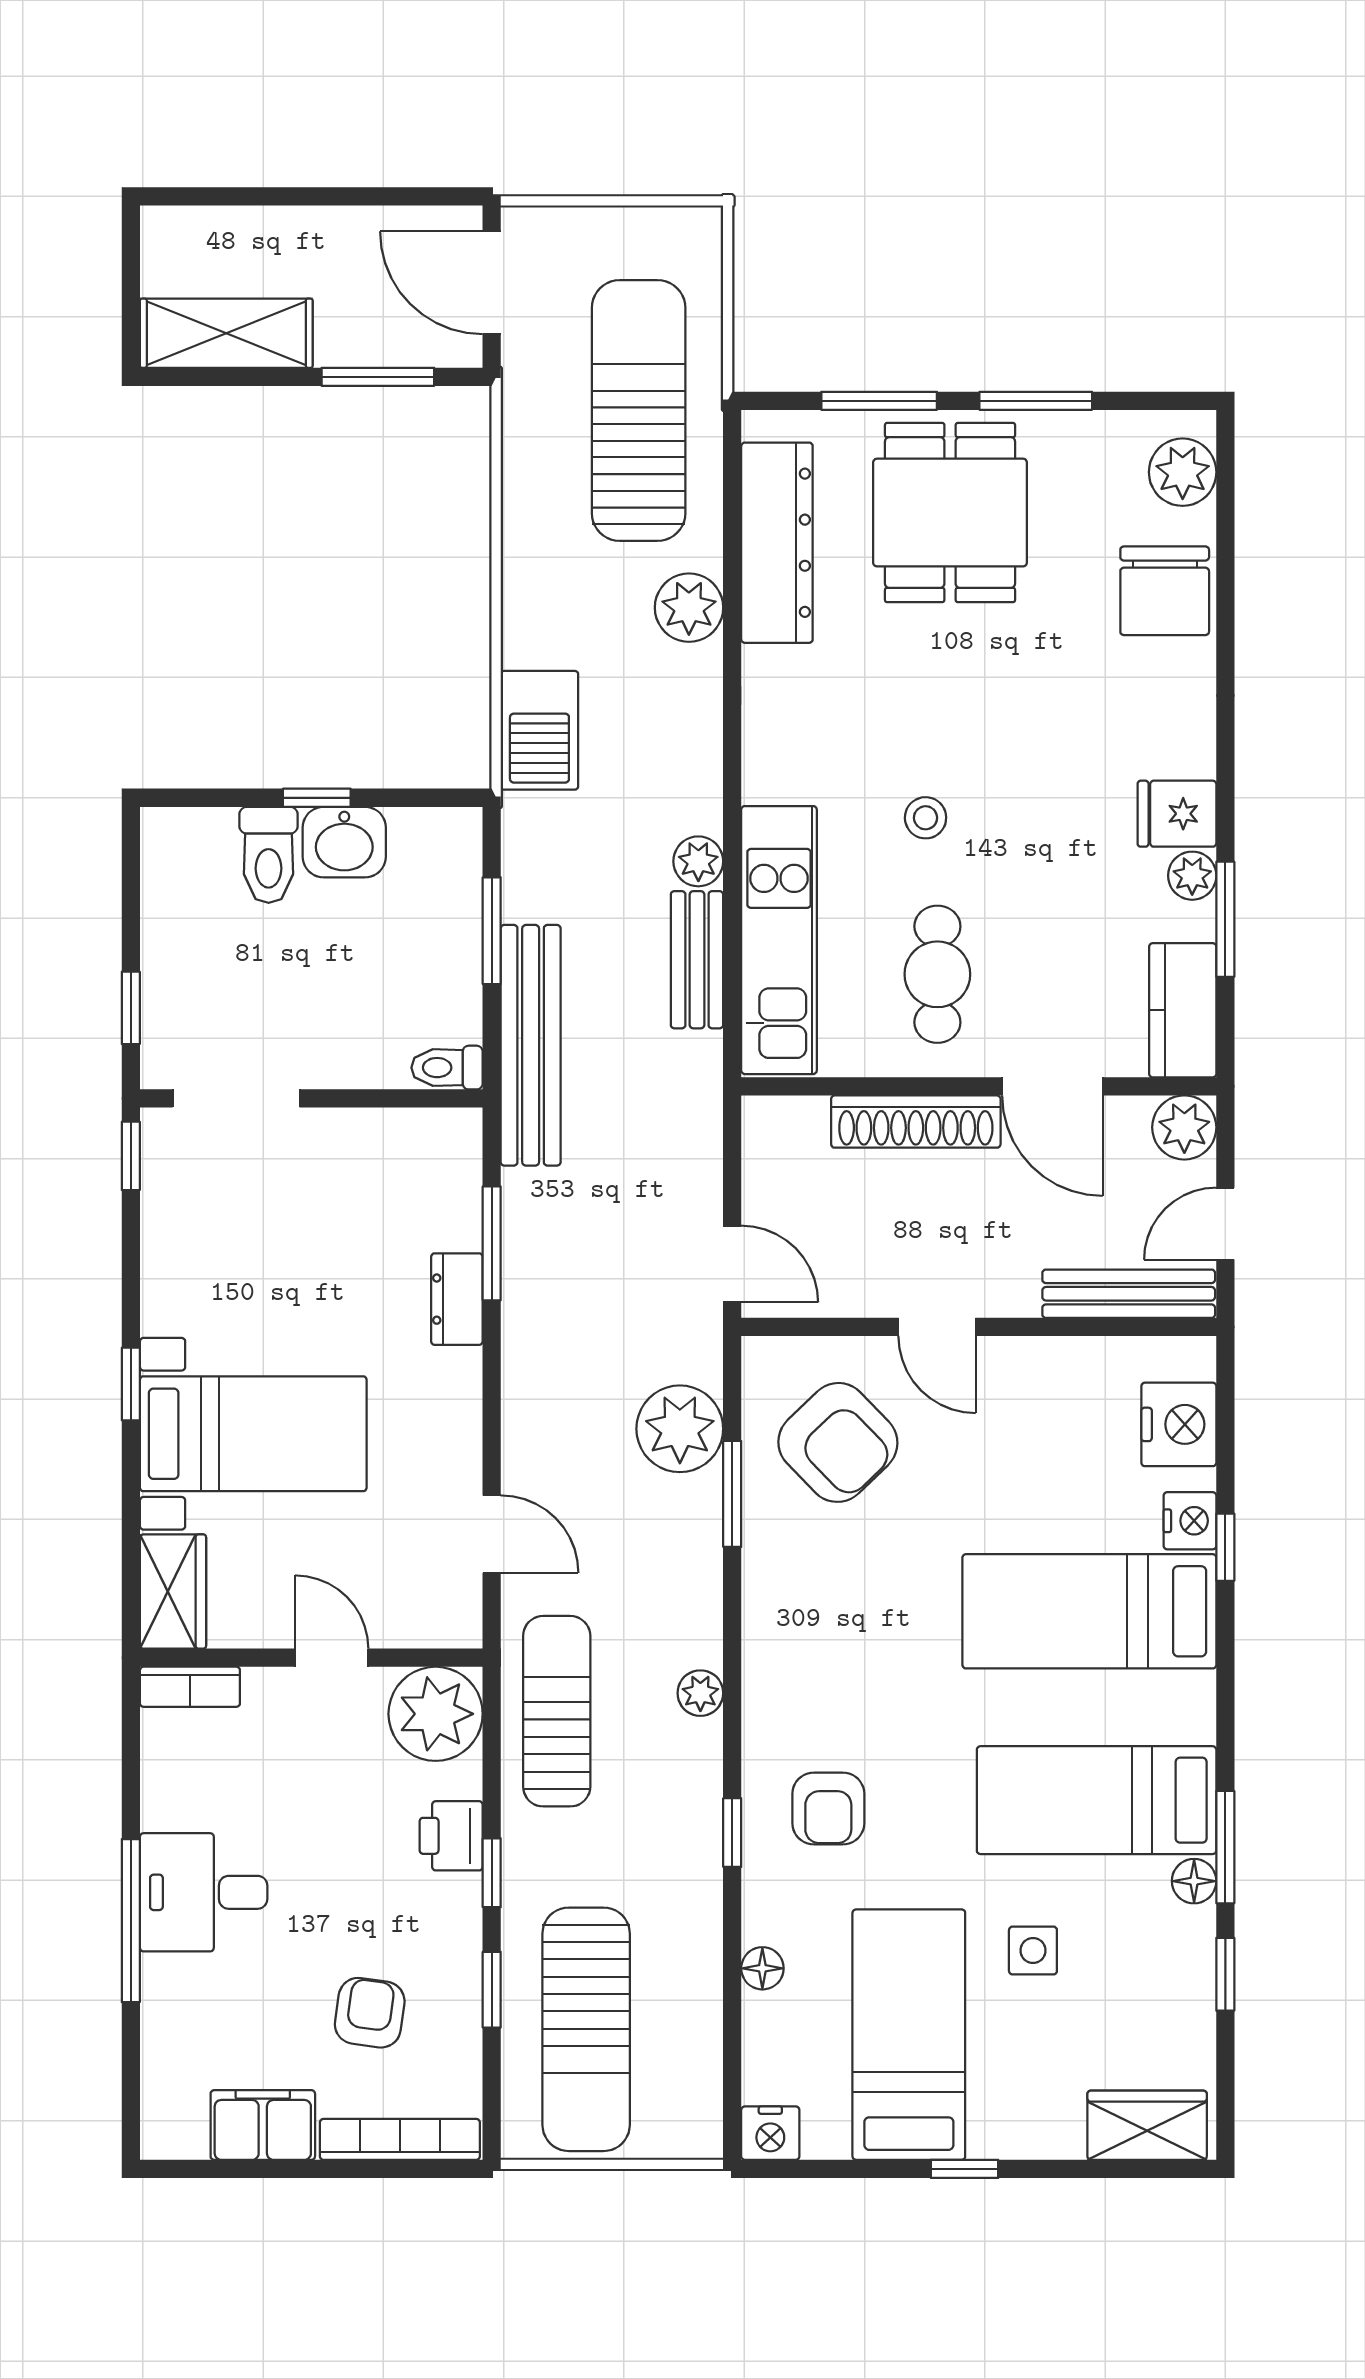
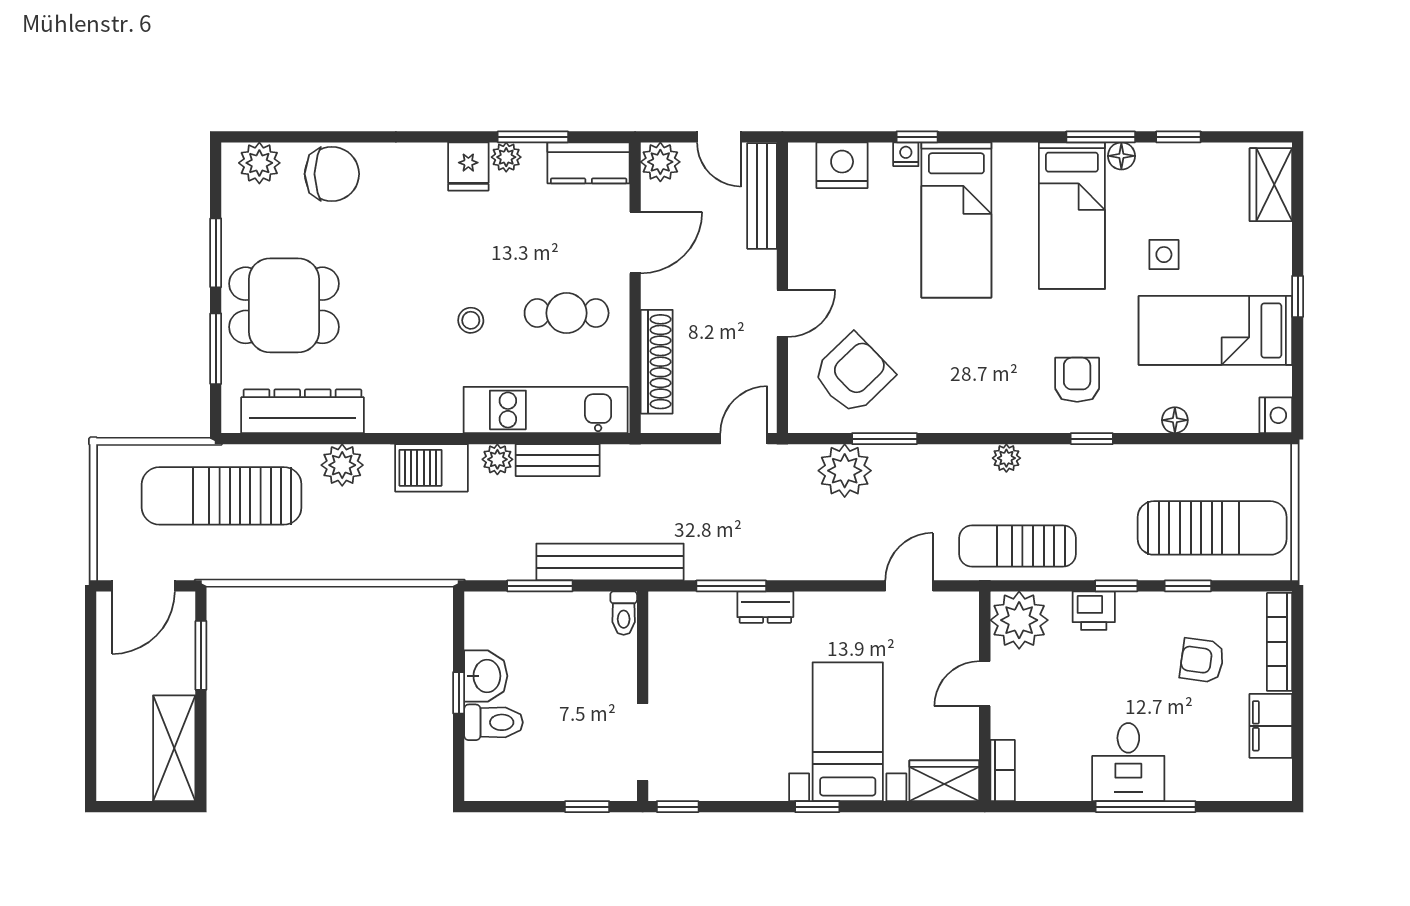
barbecue: (539, 730) -> (431, 468), moved, turned 180
shoe rack: (916, 1122) -> (657, 362), moved
nightstand: (1190, 1521) -> (906, 154), width x0.72, depth x0.74
armchair: (828, 1809) -> (1077, 380), turned -90

